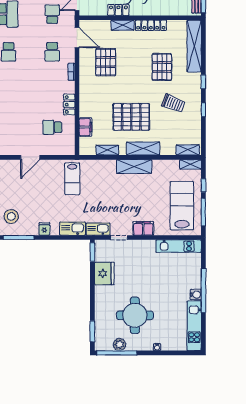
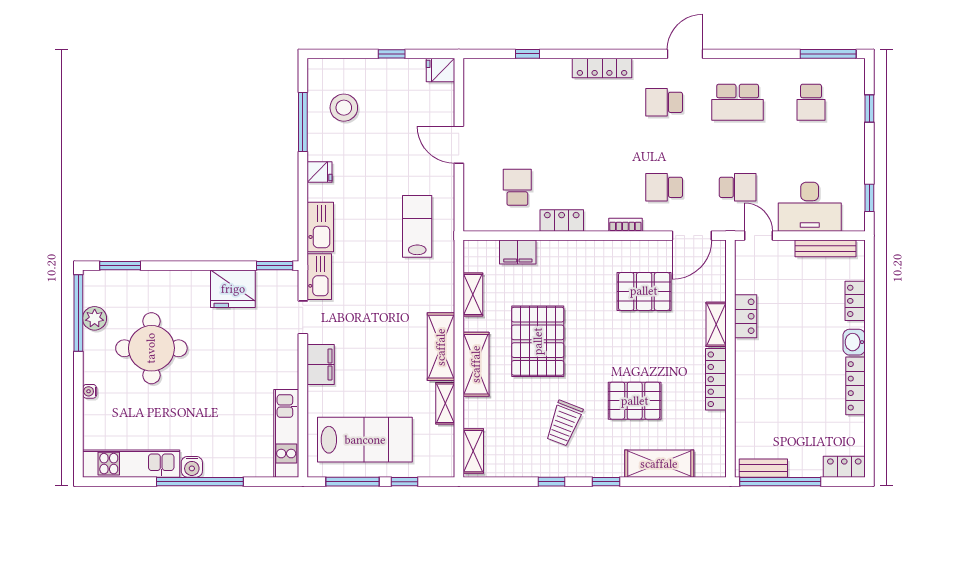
shelving: (194, 46) -> (659, 464), width x0.68
shelving: (190, 164) -> (445, 403), moved
lab bench: (72, 179) -> (417, 226), turned 90

